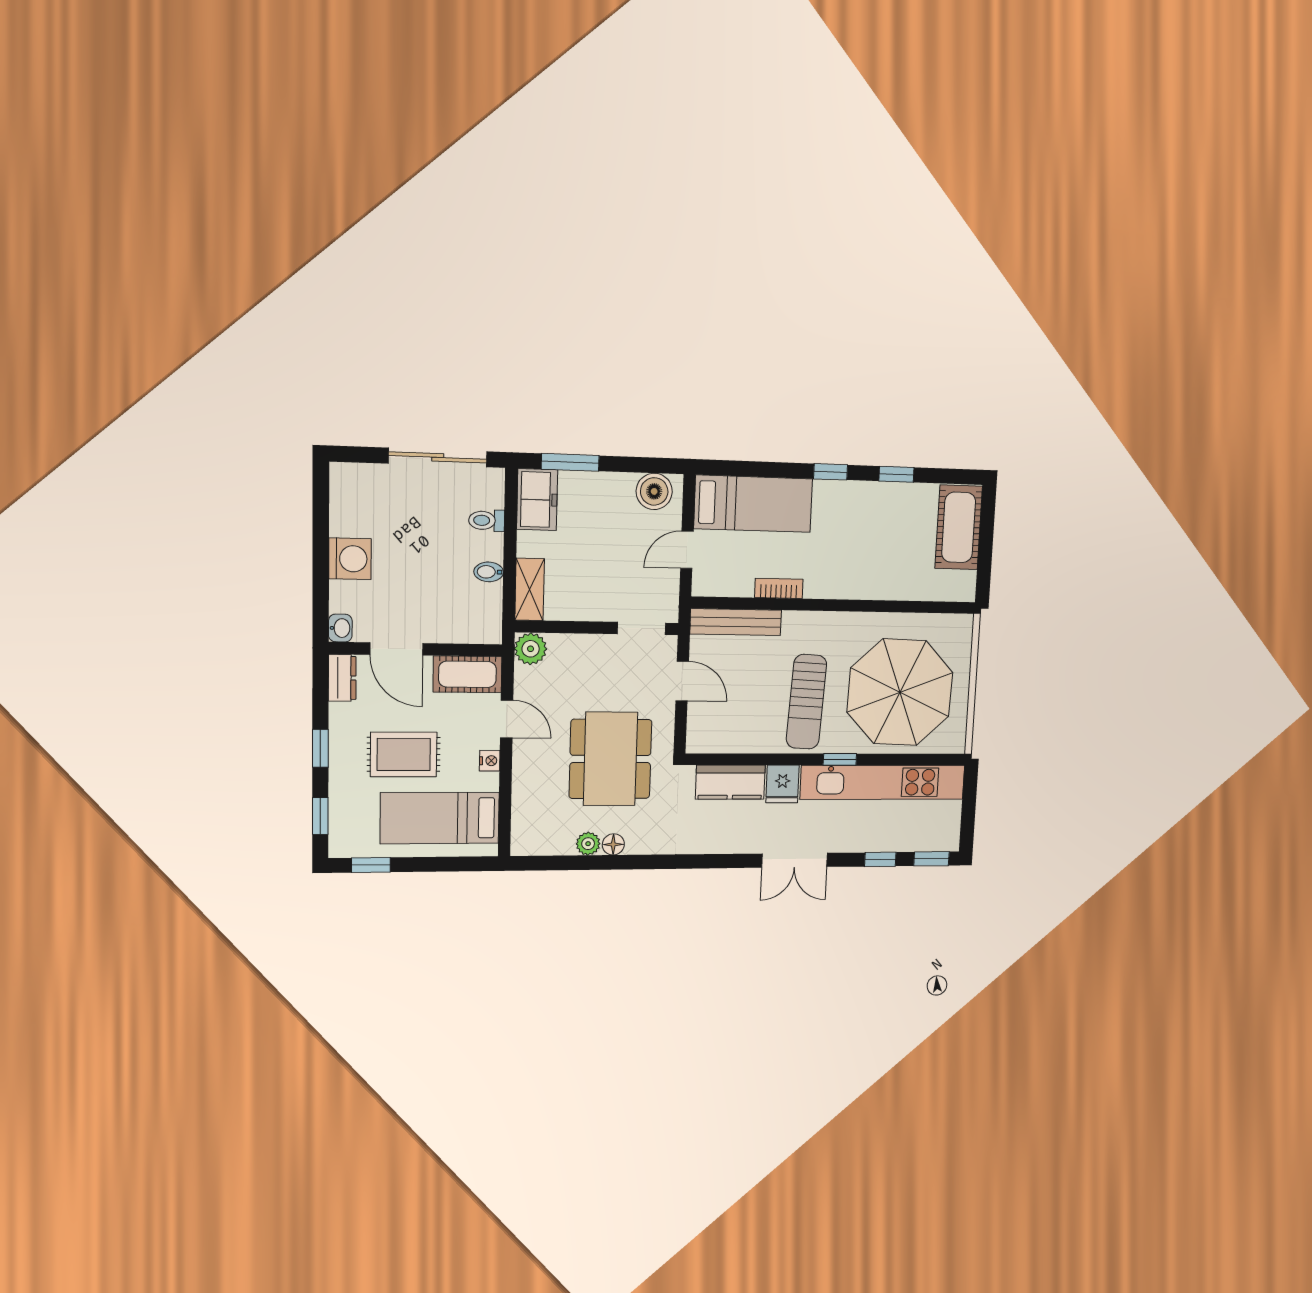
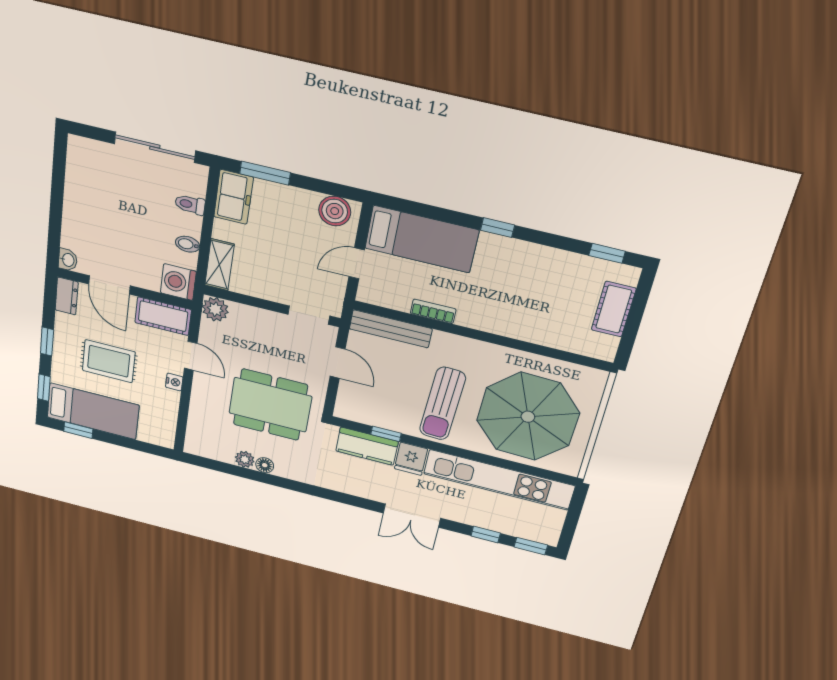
window: (896, 474) -> (607, 253), moved
cot: (959, 527) -> (614, 309), width x0.73, depth x0.75
washing machine: (350, 559) -> (178, 282), moved, turned 180
dining table: (610, 759) -> (270, 405), turned 90
window: (840, 759) -> (386, 434), moved
bed: (440, 818) -> (93, 411), moved, turned 180

